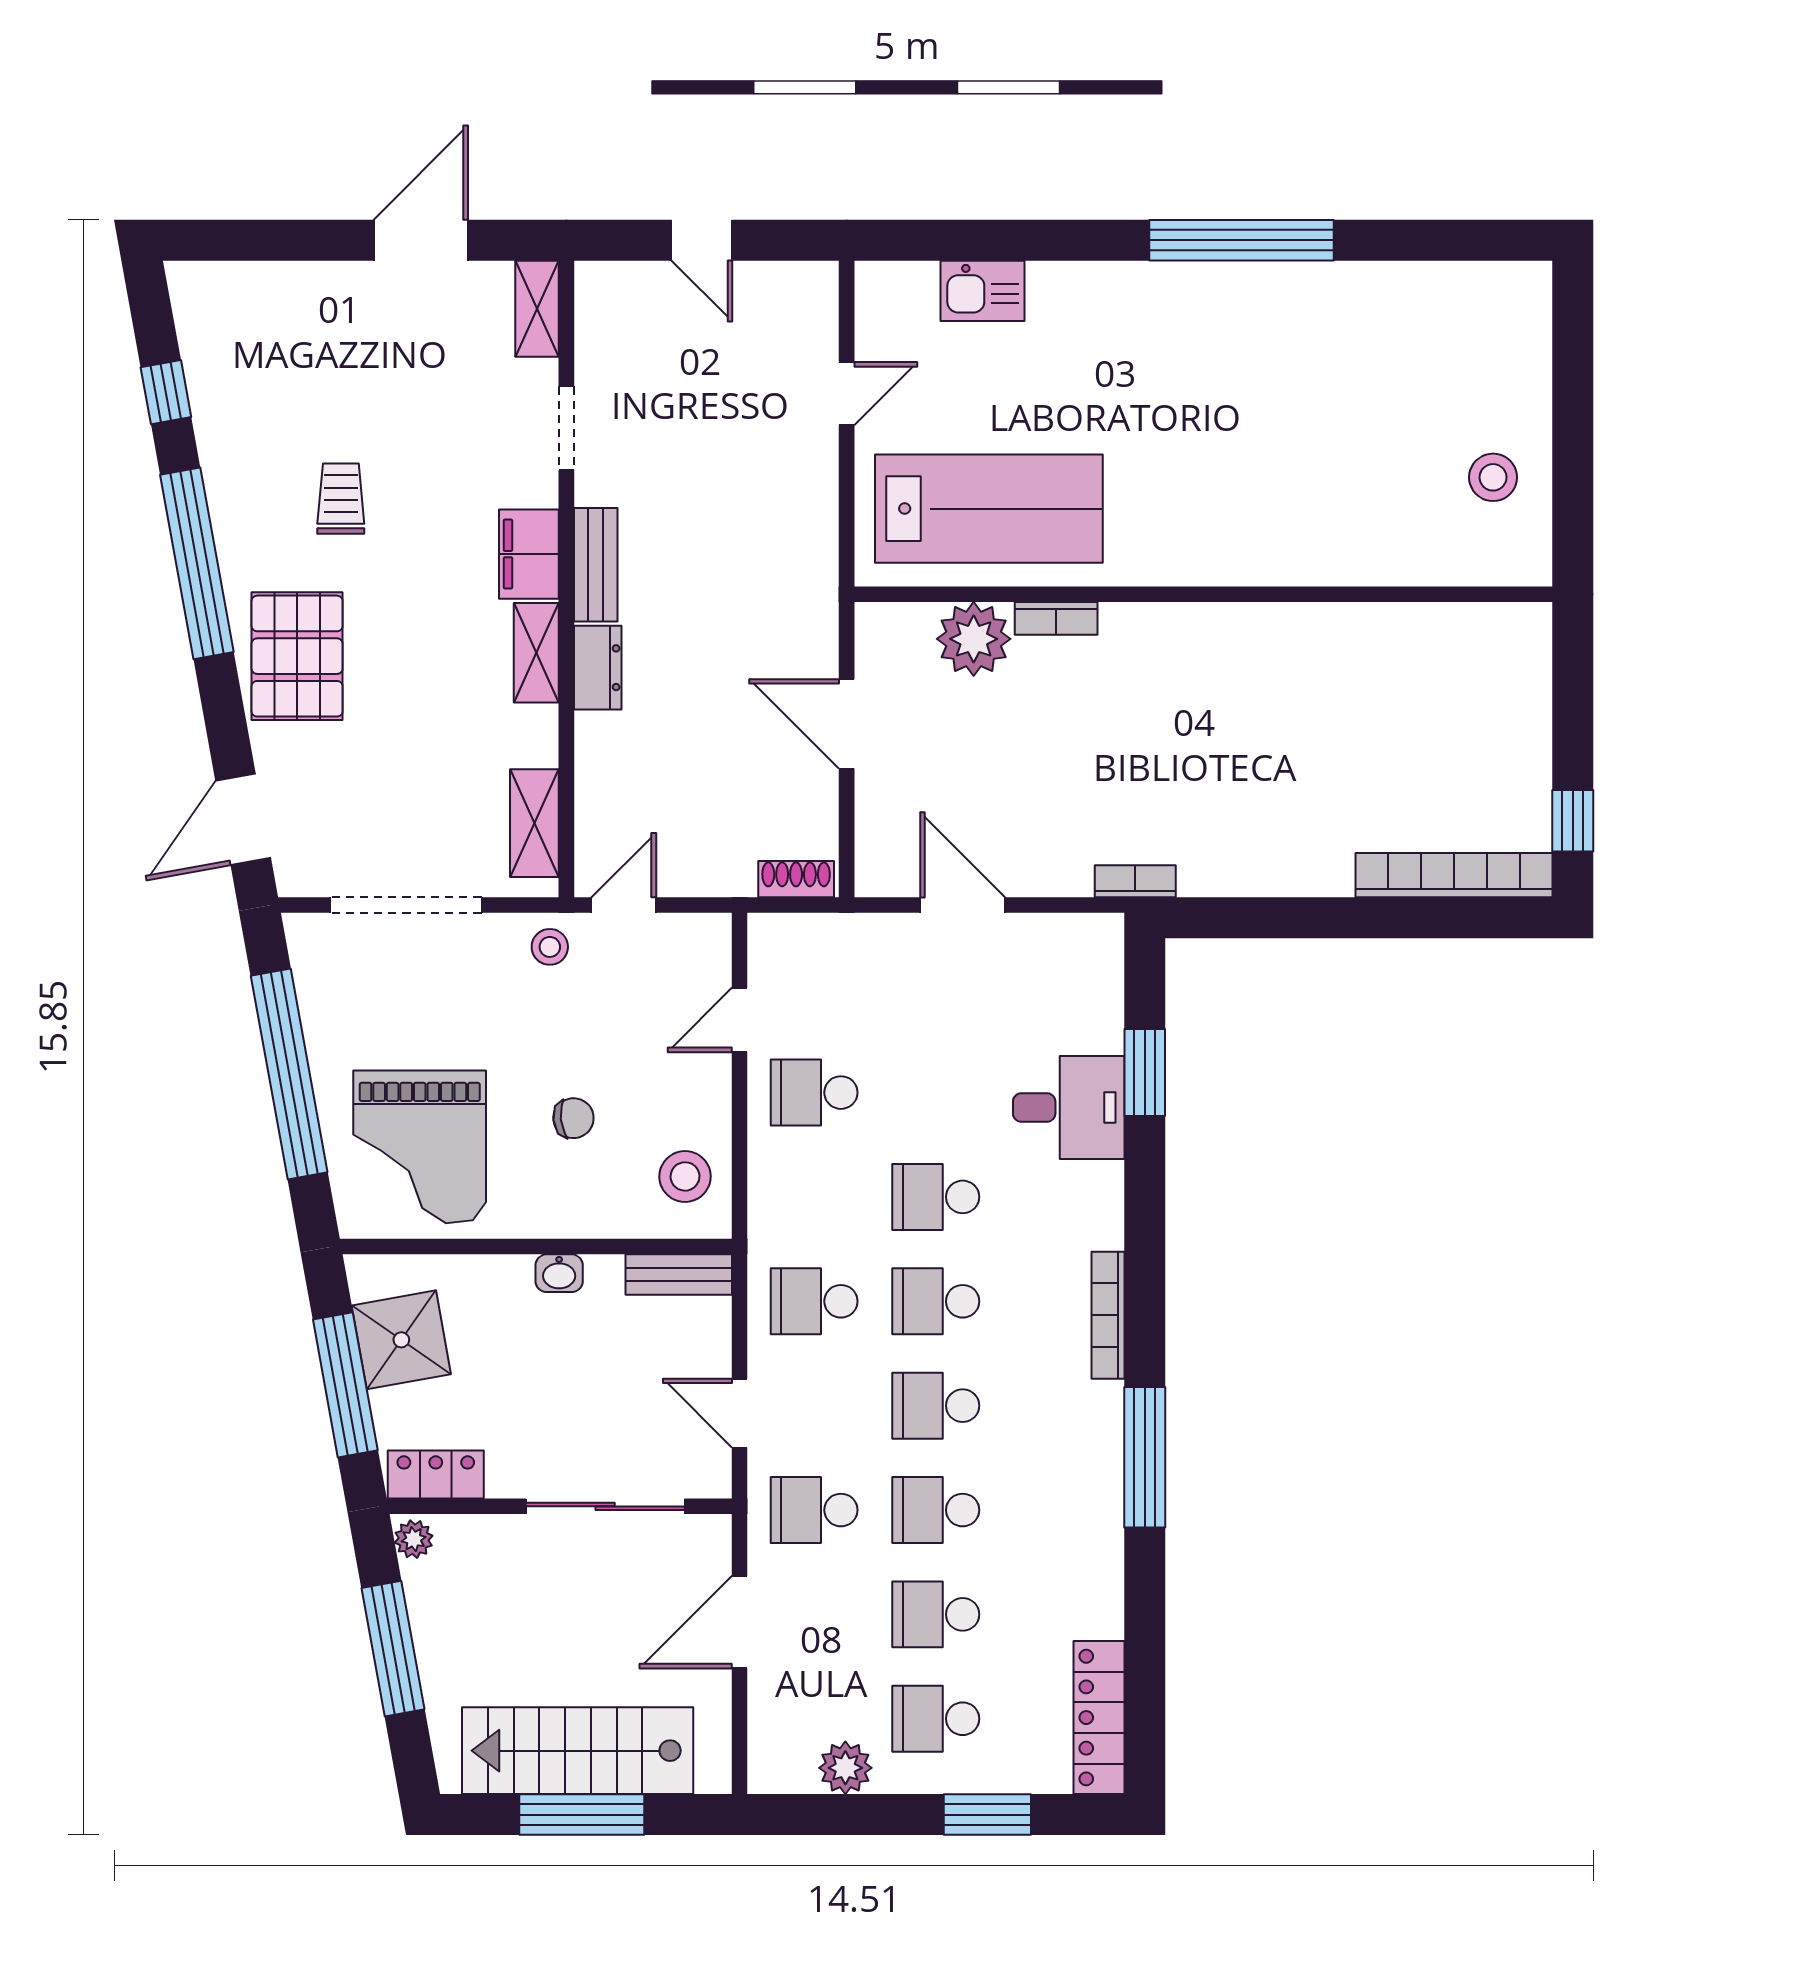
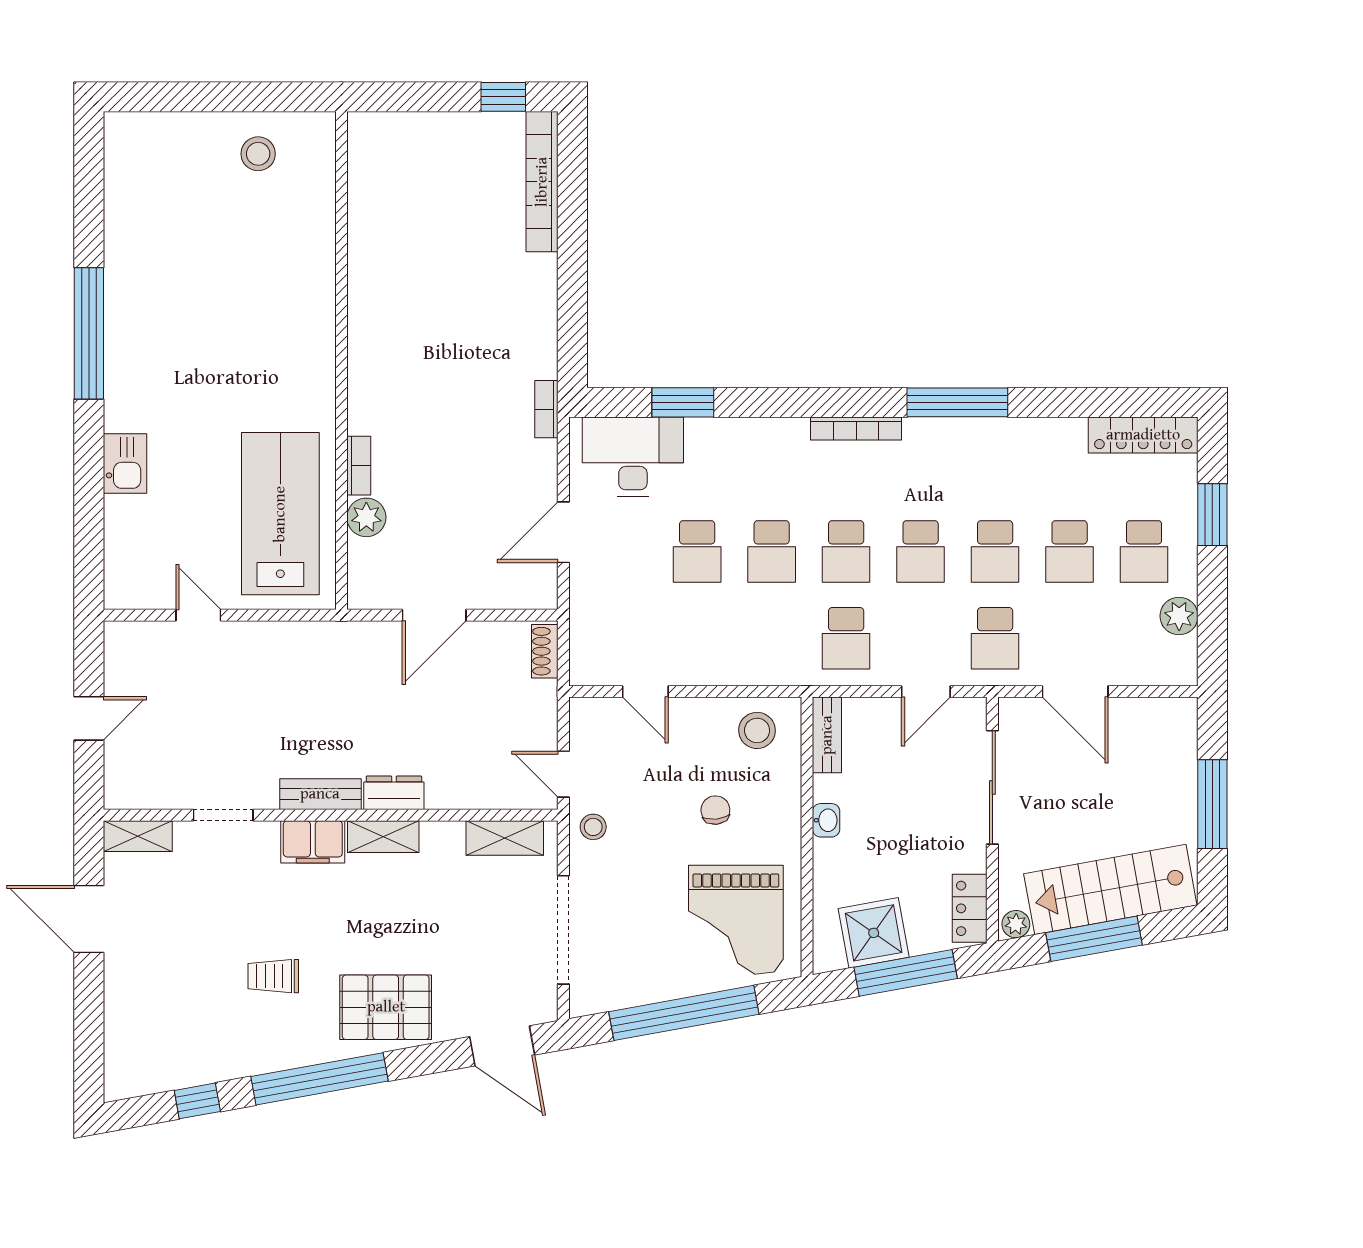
kitchen sink: (983, 291) -> (125, 463), moved
plant: (974, 639) -> (366, 517), width x0.73, depth x0.73
school desk: (814, 1093) -> (697, 551), moved
desk: (1069, 1108) -> (633, 457), moved, width x1.37
grand piano: (420, 1147) -> (736, 920), turned 90
stairs: (578, 1751) -> (1110, 889), moved, turned 80

